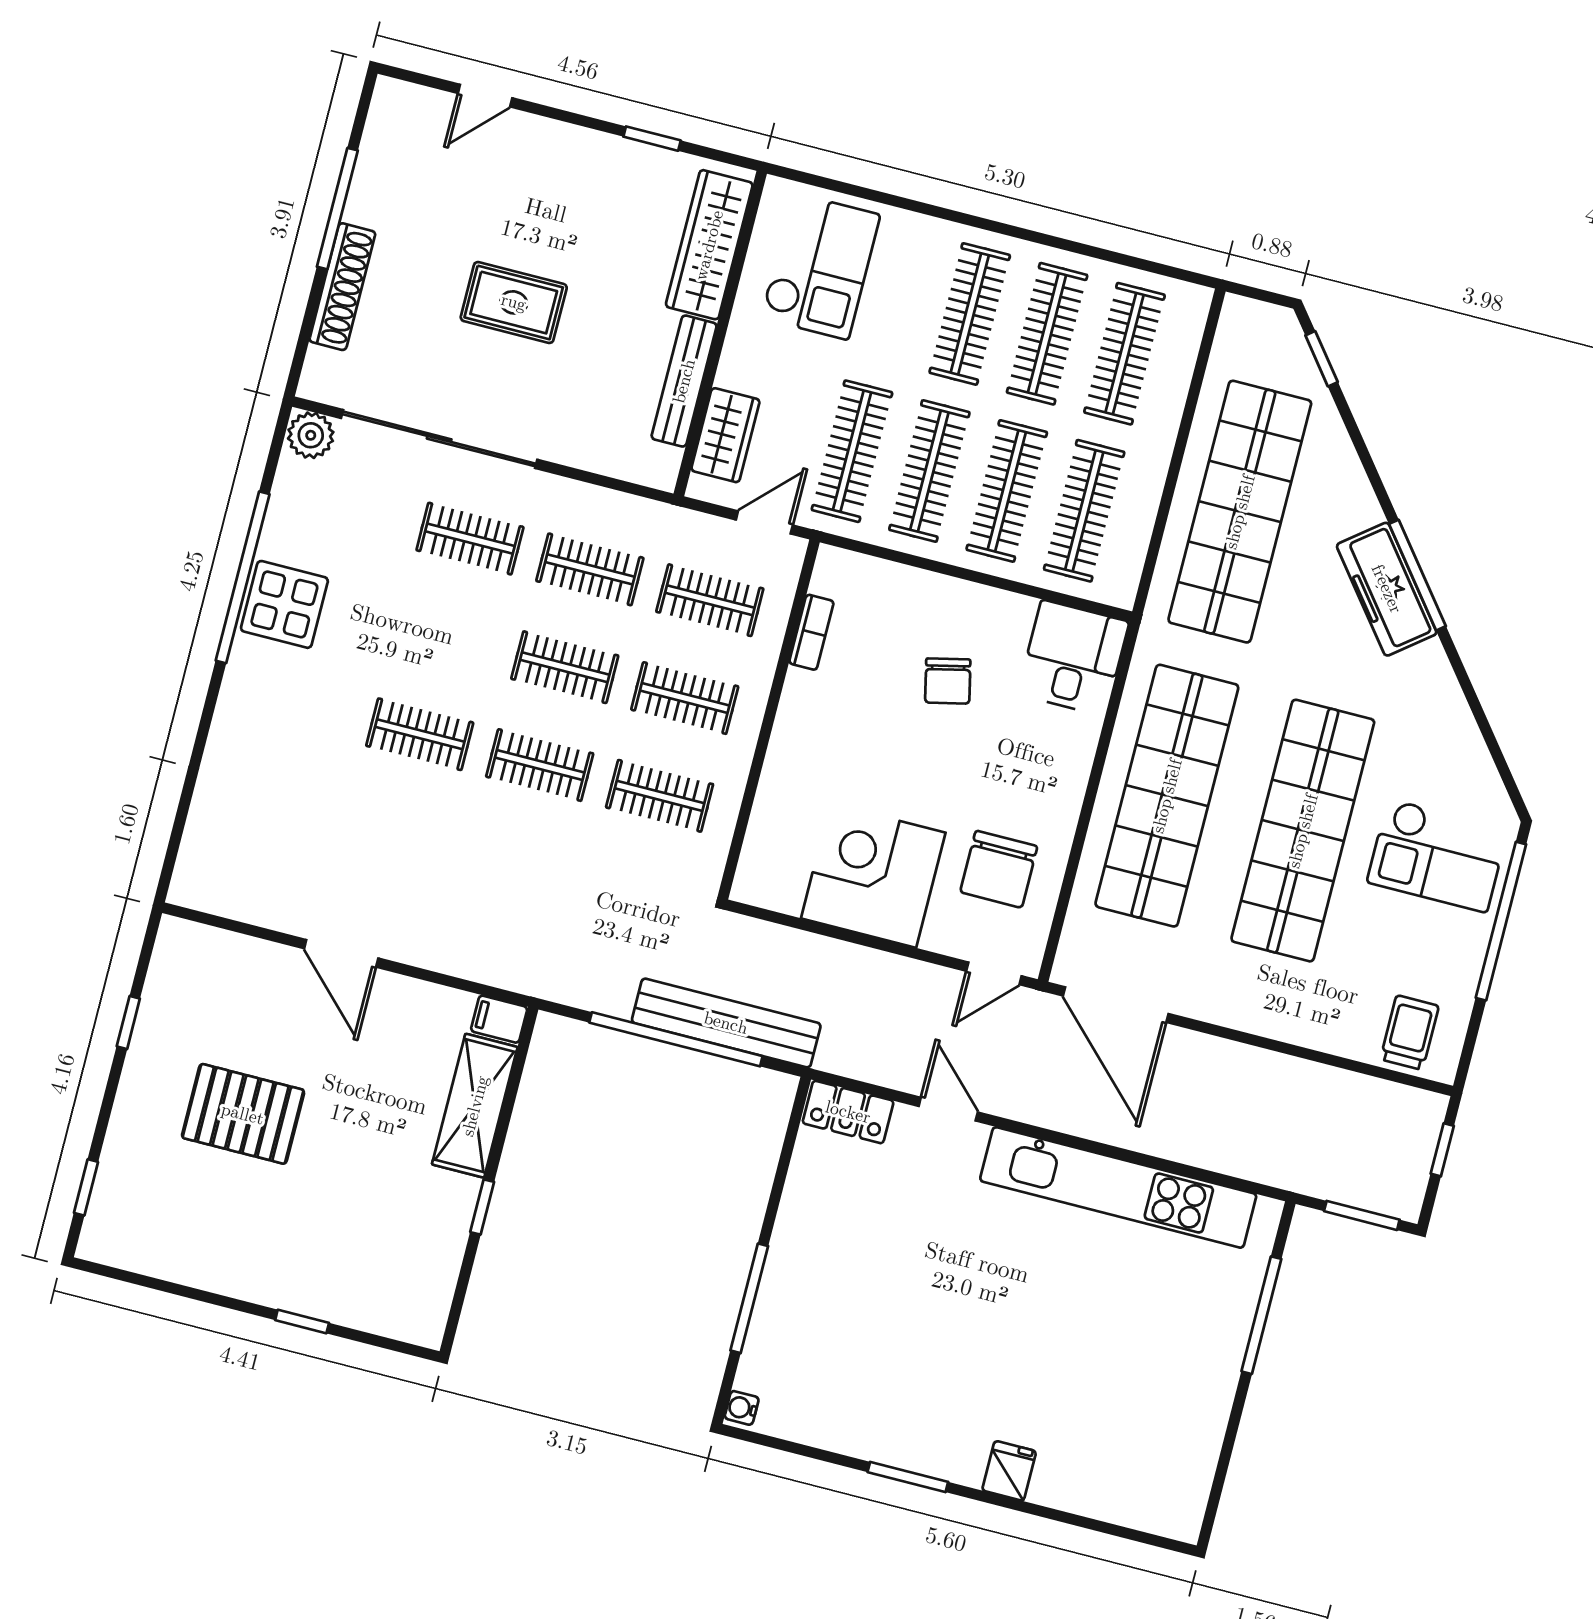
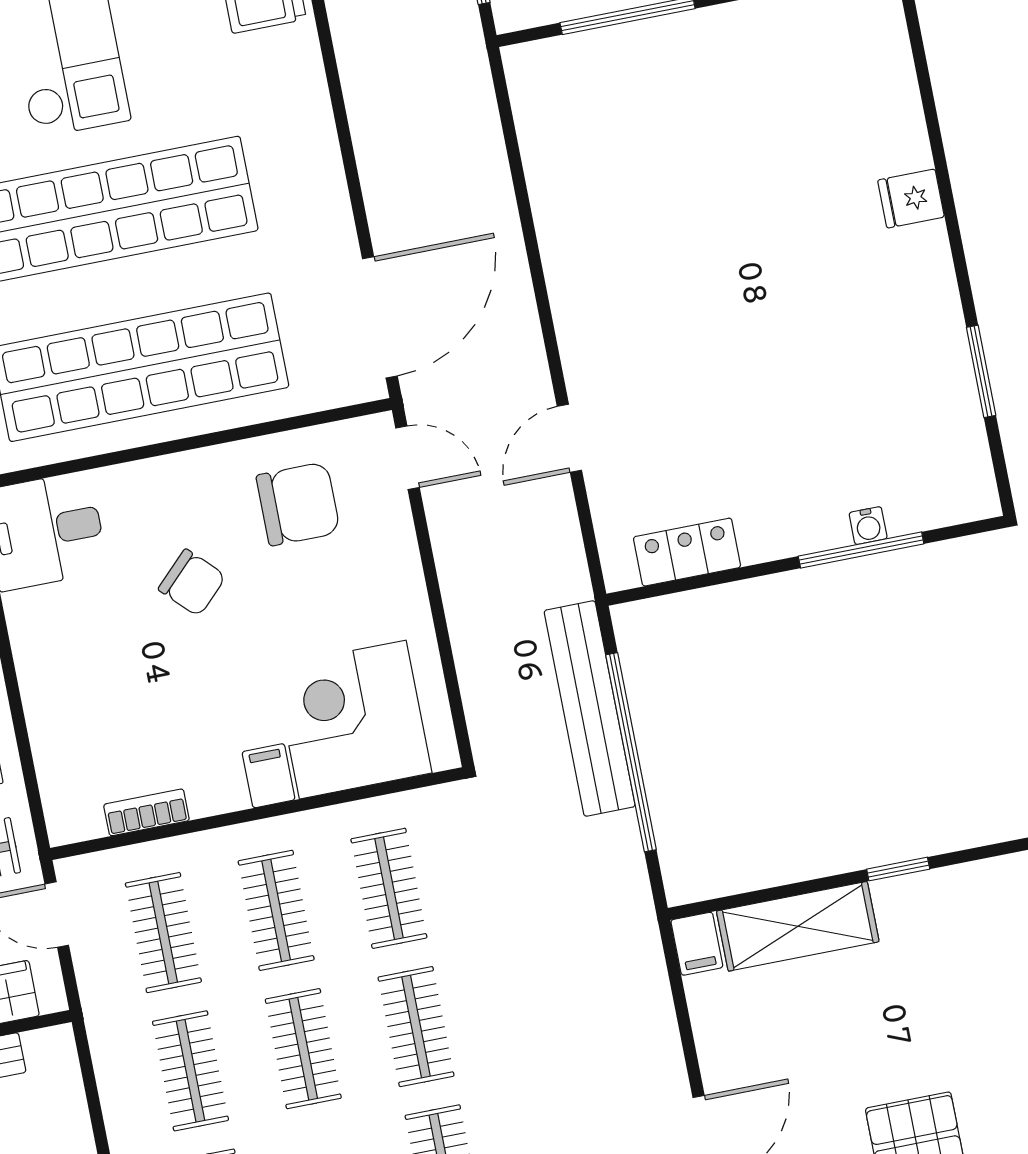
chair: (948, 681) -> (192, 583), moved, turned 58
filing cabinet: (794, 743) -> (269, 776), added
corner desk: (873, 875) -> (353, 720), moved, turned 90
locker: (848, 1112) -> (687, 552), moved, turned -90
kitchen unit: (1118, 1187) -> (566, 225), removed
water cooler: (742, 1408) -> (868, 526), moved
window: (908, 1477) -> (981, 371), moved

